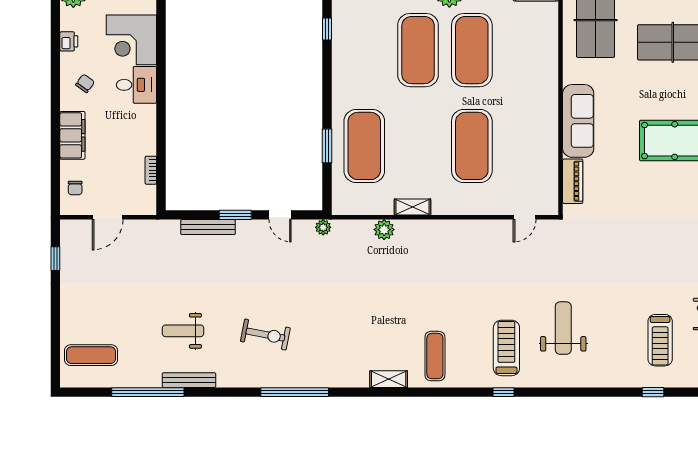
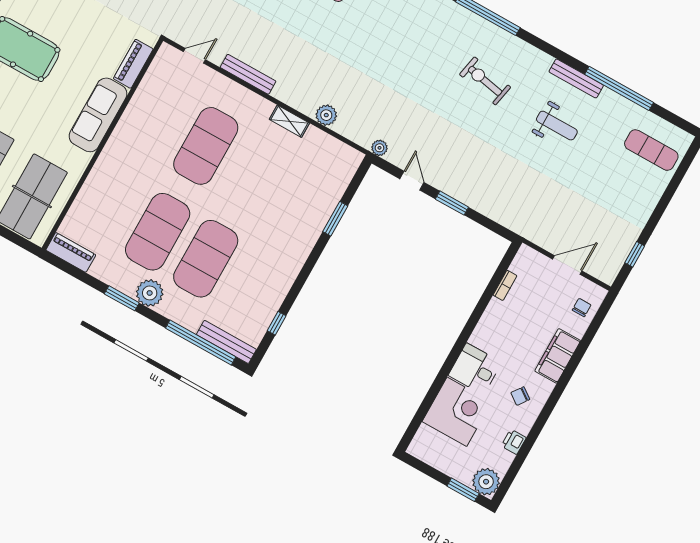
exercise mat: (364, 146) -> (302, 200), removed
bench: (208, 227) -> (248, 74), moved

